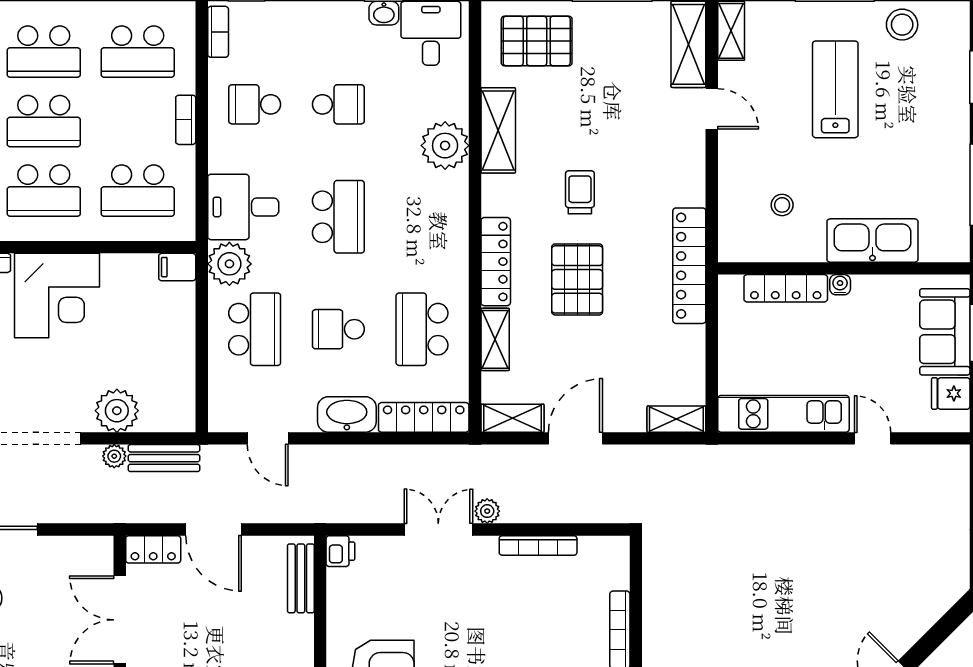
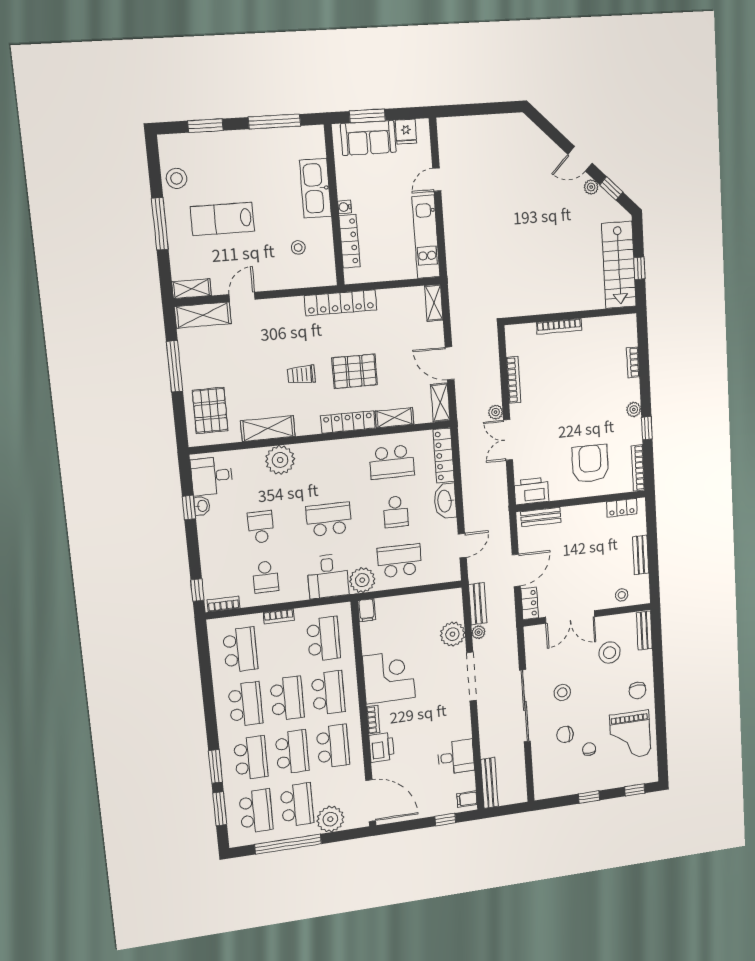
printer: (340, 551) -> (531, 491), width x1.87, depth x1.48

